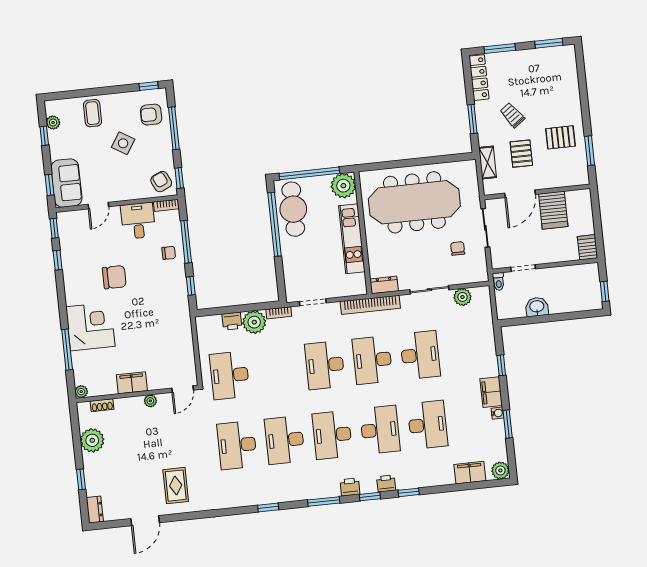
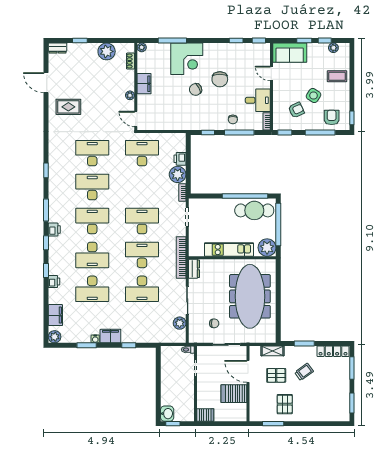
armchair: (161, 182) -> (296, 110), moved
window: (49, 185) -> (304, 41), moved
washbasin: (537, 307) -> (167, 414), moved
chair: (132, 310) -> (196, 89), added
printer: (386, 484) -> (54, 281), moved

